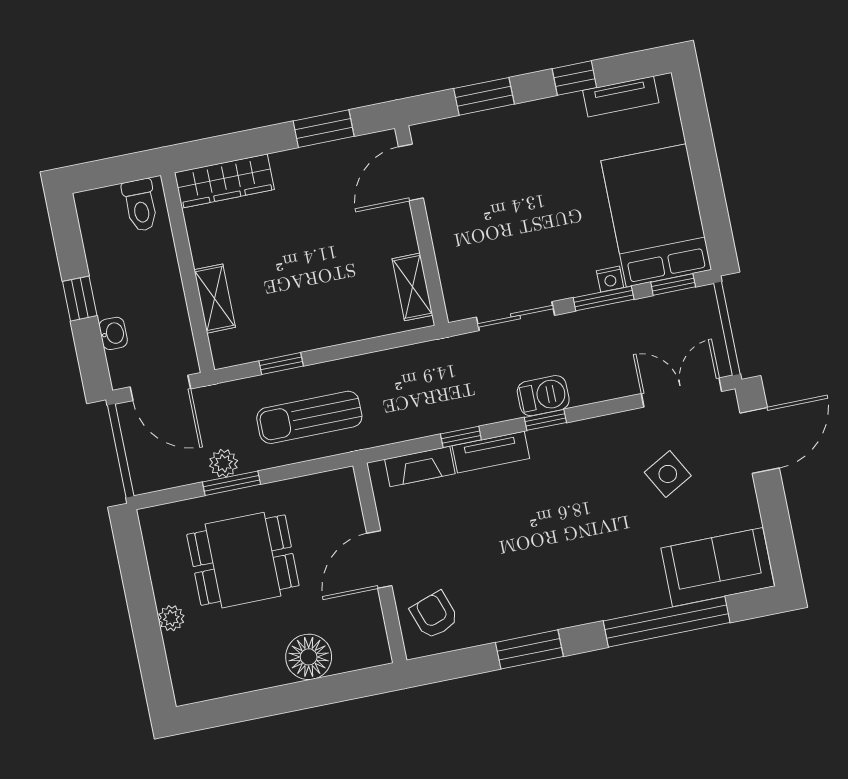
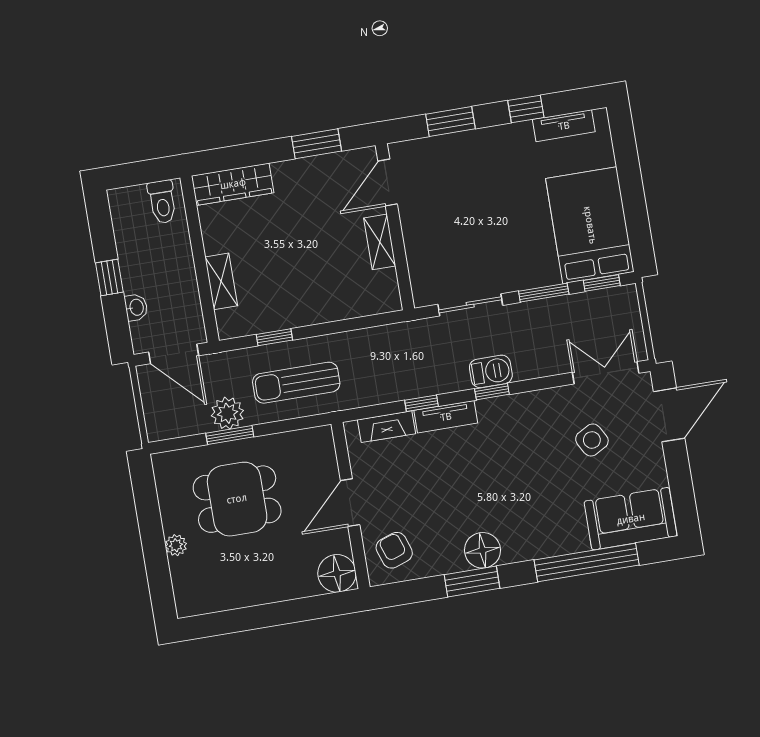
nightstand: (610, 279) -> (550, 277), removed
shelving: (412, 287) -> (380, 242), moved
plant: (223, 463) -> (227, 413), width x1.38, depth x1.38
floor lamp: (541, 611) -> (483, 550), added
floor lamp: (309, 657) -> (337, 573), moved

